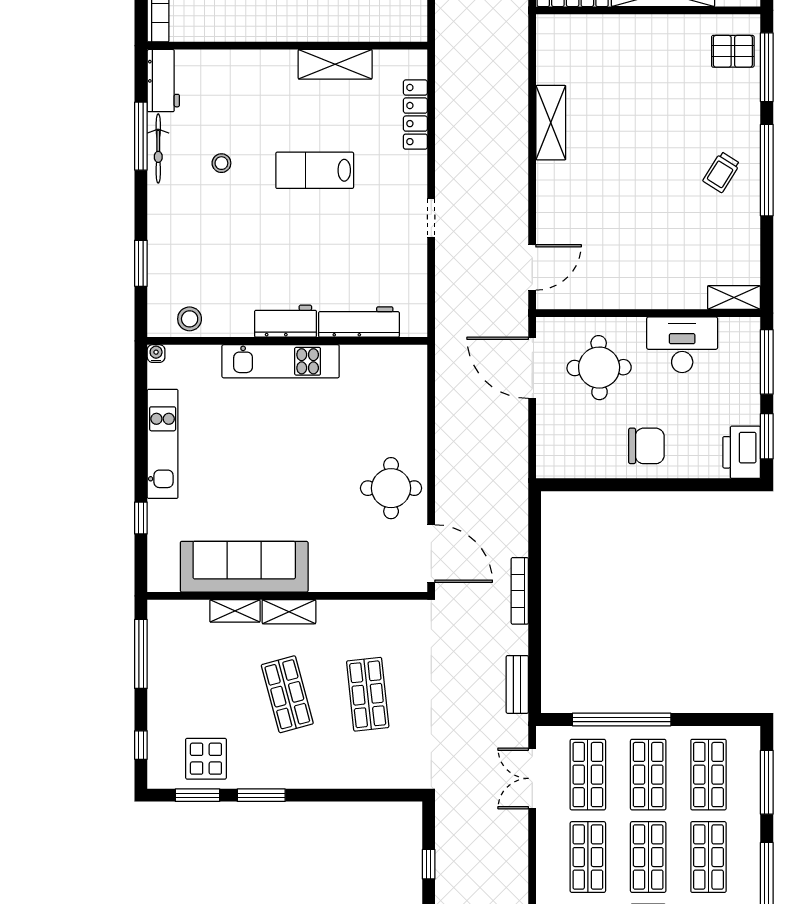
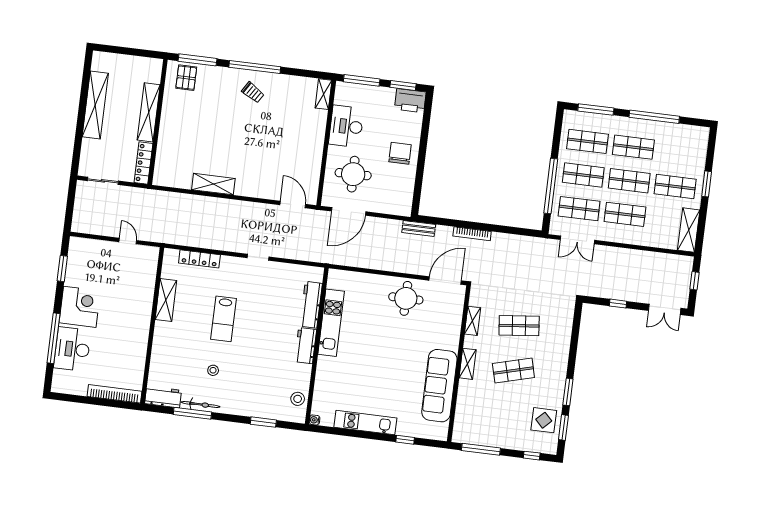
kitchen unit: (281, 361) -> (331, 323), moved
shelving: (235, 611) -> (473, 321), moved
bench: (517, 684) -> (419, 229), moved

